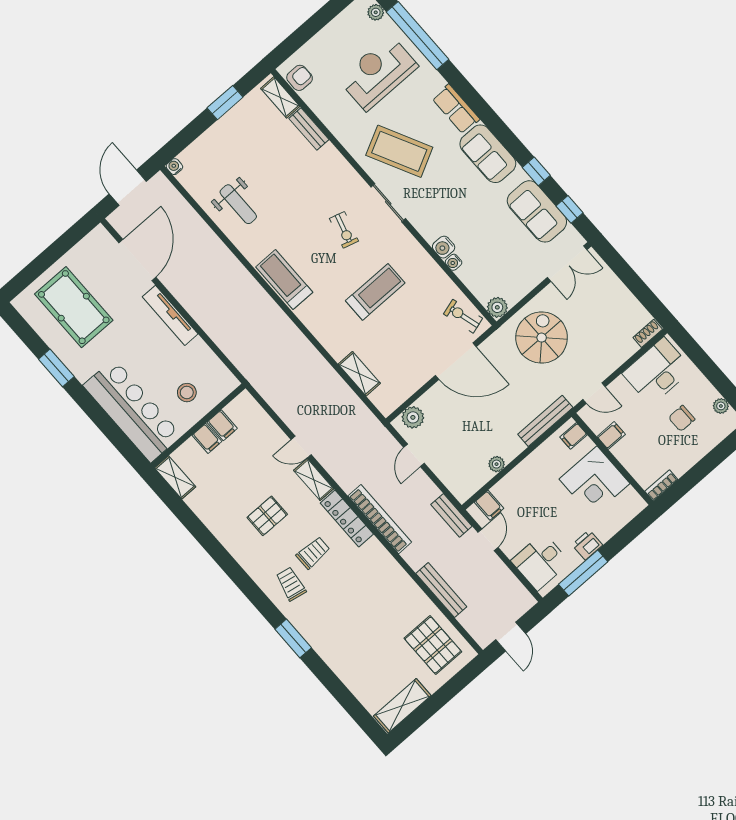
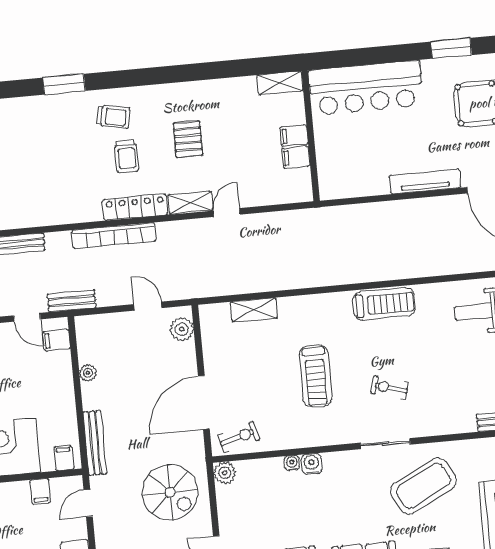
stool: (187, 393) -> (347, 147), removed

